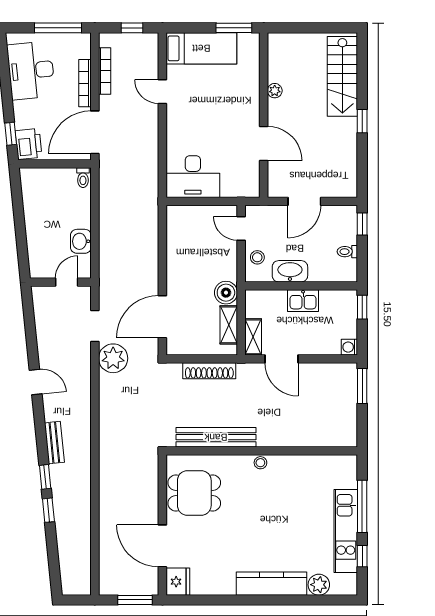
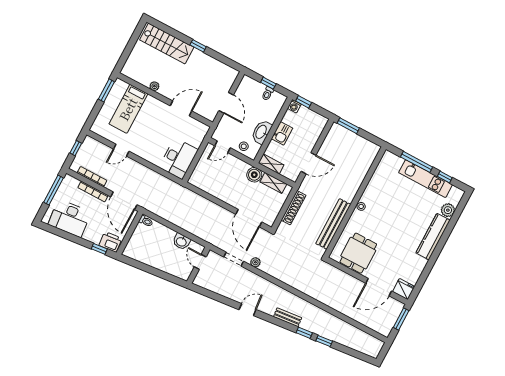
bed: (201, 48) -> (128, 109), moved, turned 180
window: (362, 224) -> (268, 83), moved
shelving: (253, 337) -> (271, 164), moved
washing machine: (349, 347) -> (294, 106), moved
plant: (113, 358) -> (255, 262), width x0.53, depth x0.53

